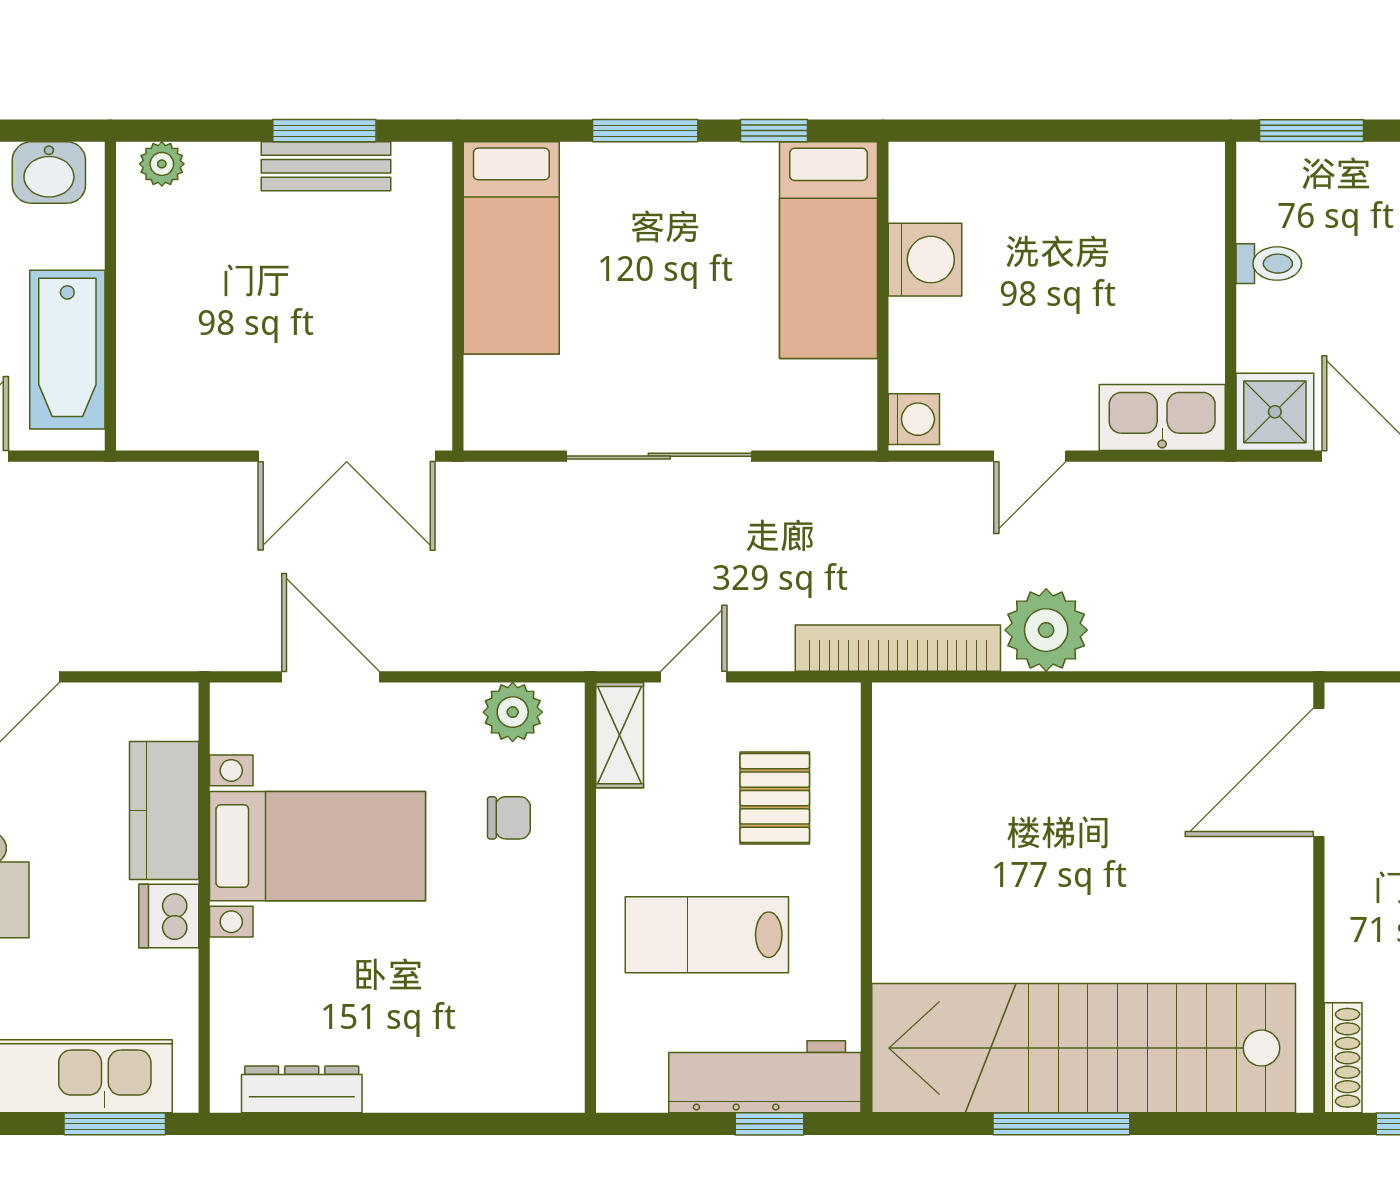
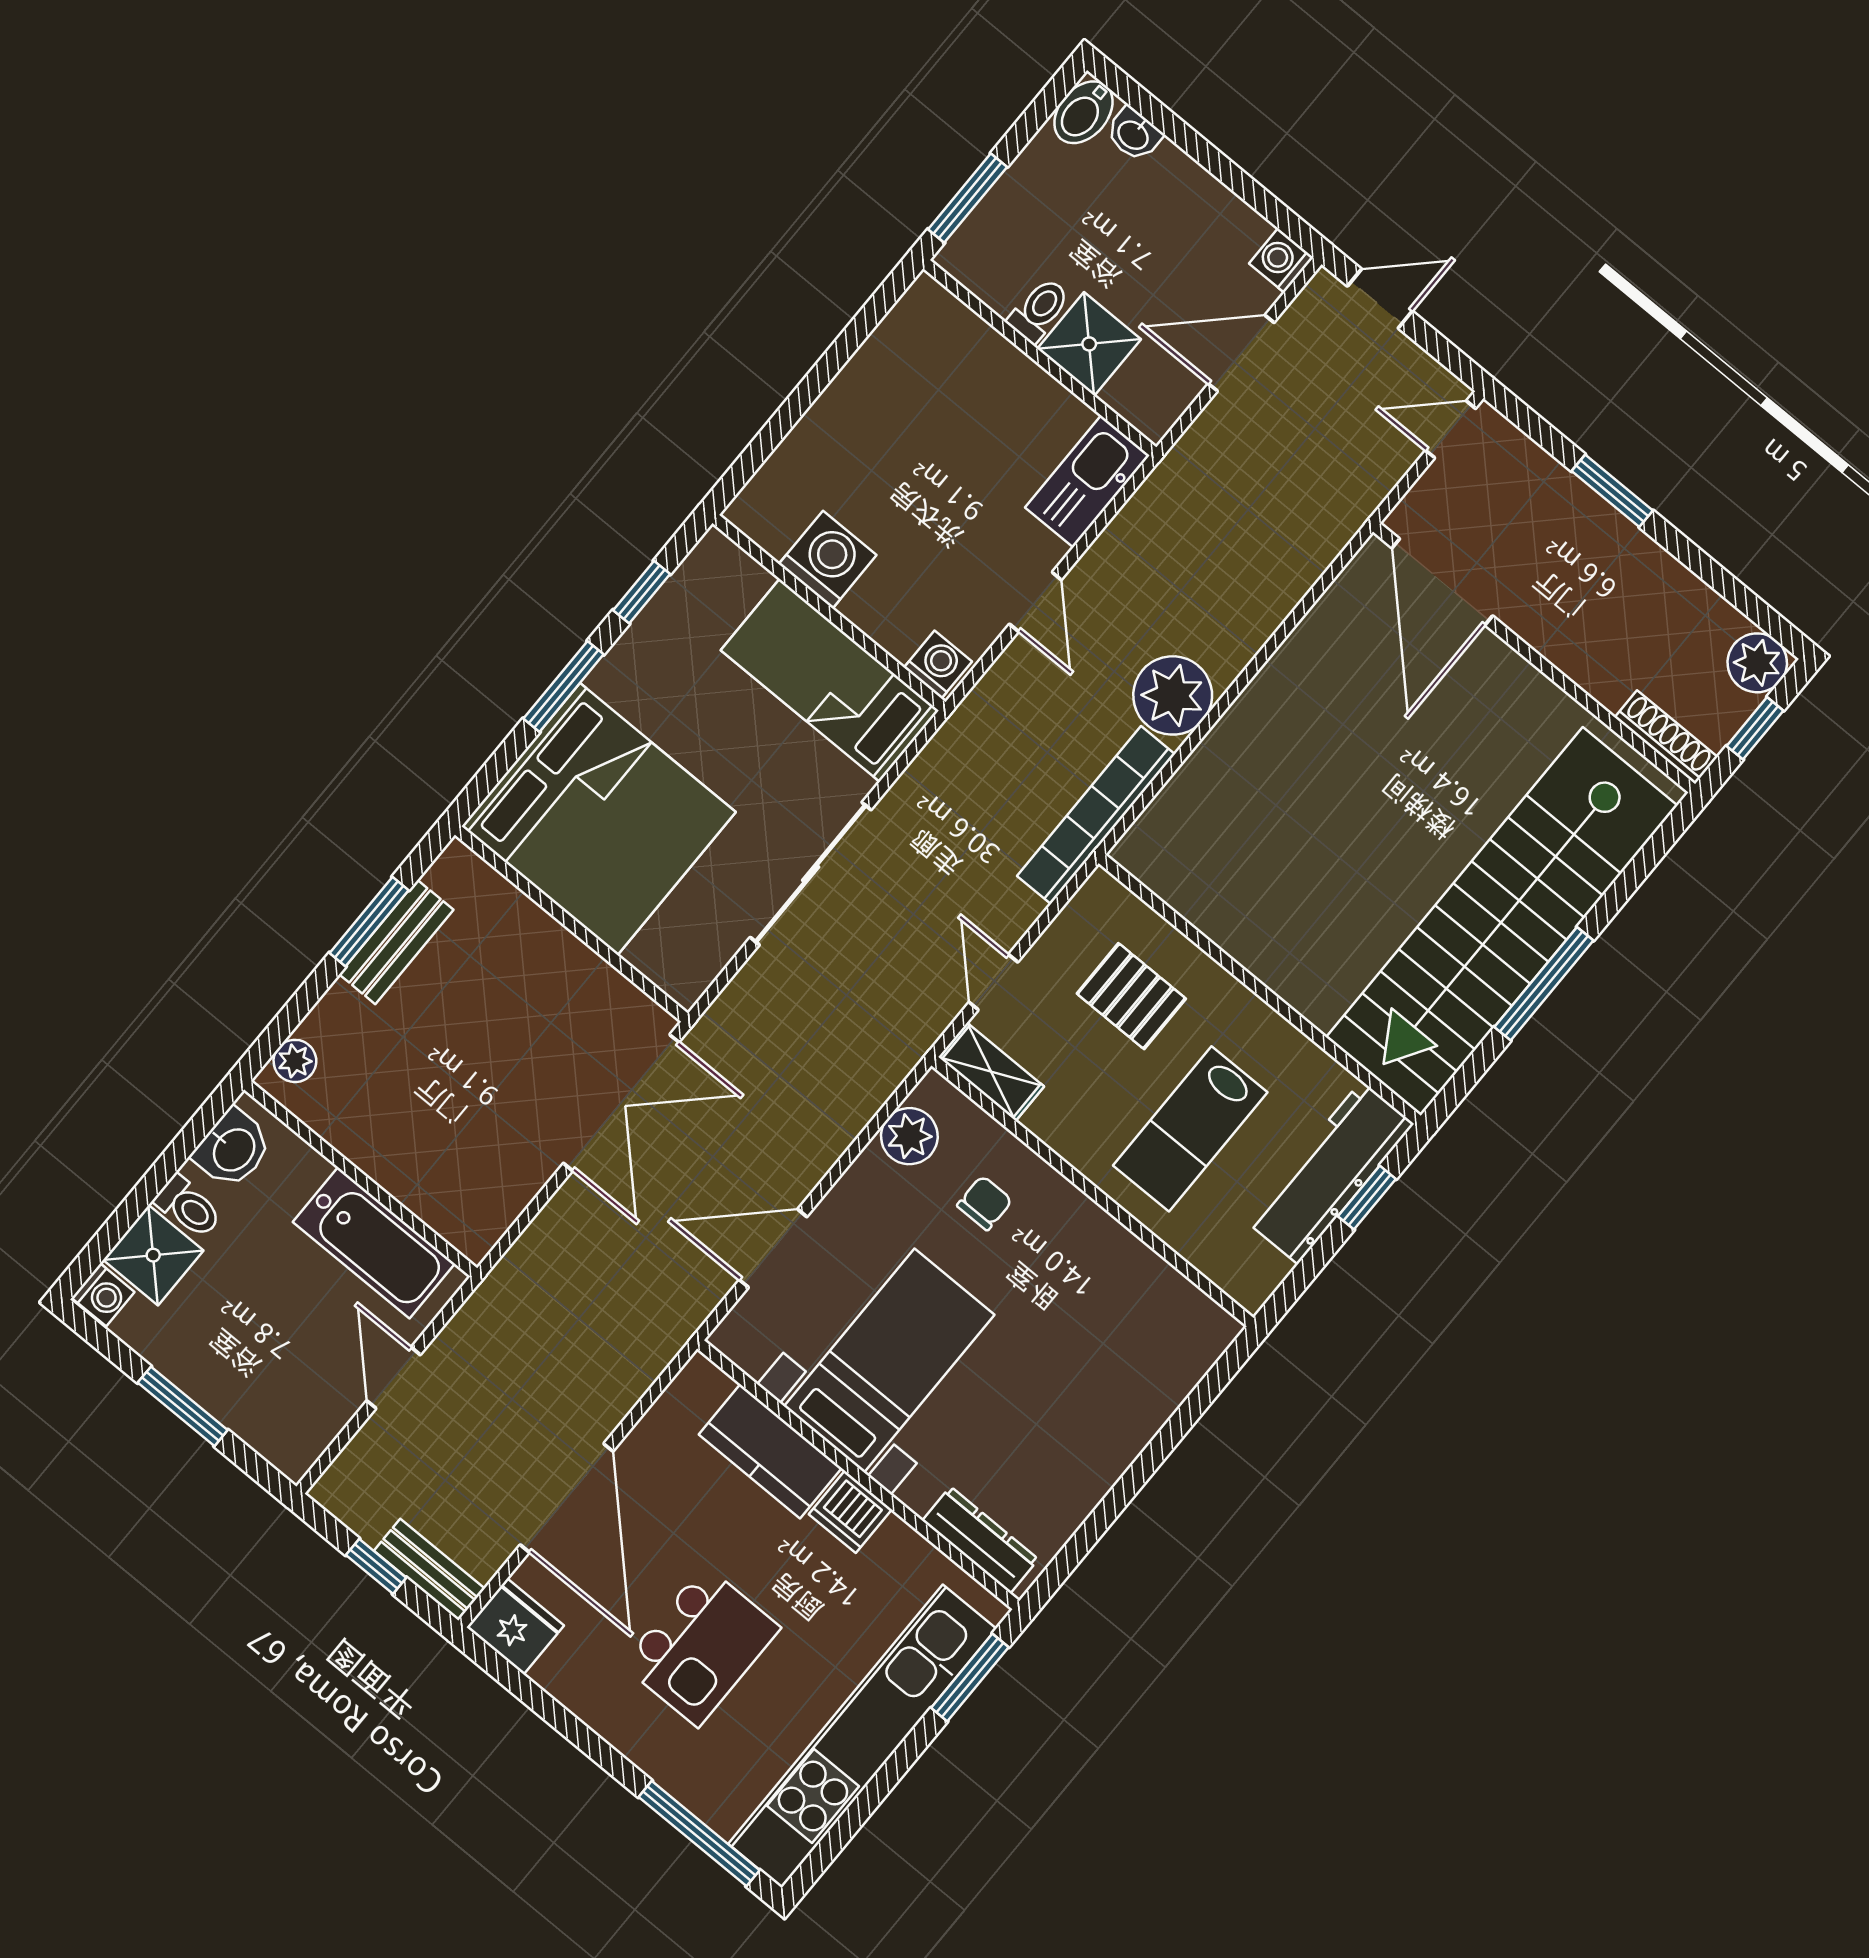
bed: (511, 248) -> (599, 819), width x2.04
bed: (829, 250) -> (830, 680), moved, turned 180
shower: (1275, 412) -> (1089, 344), moved
dresser: (302, 1089) -> (980, 1540), moved, turned 90

